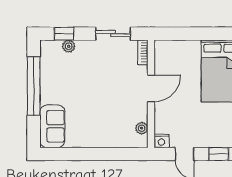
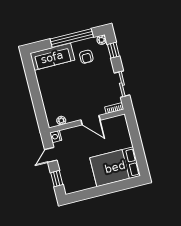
plant: (69, 46) -> (102, 40), moved
armchair: (64, 73) -> (86, 57), added
sofa: (52, 126) -> (52, 57), width x1.36

